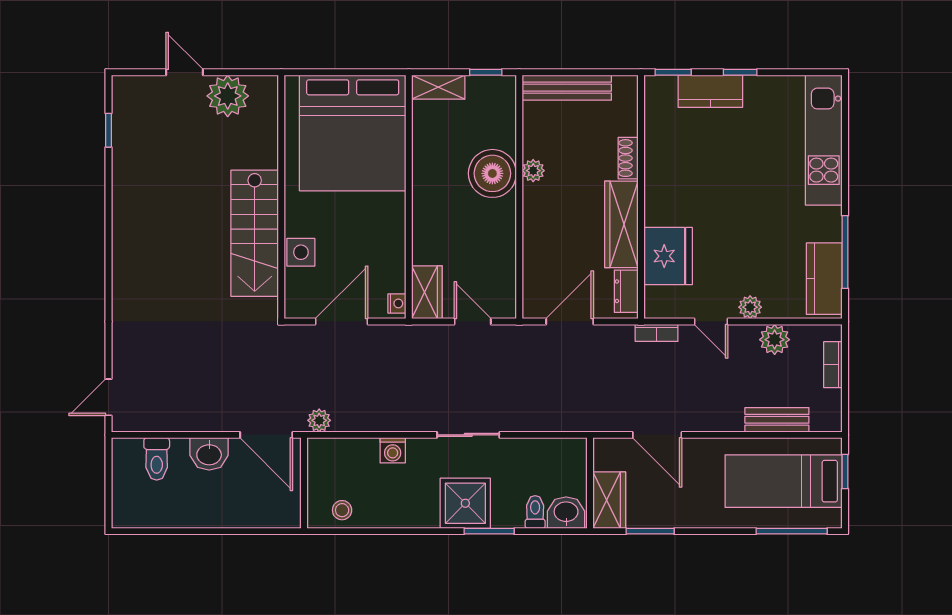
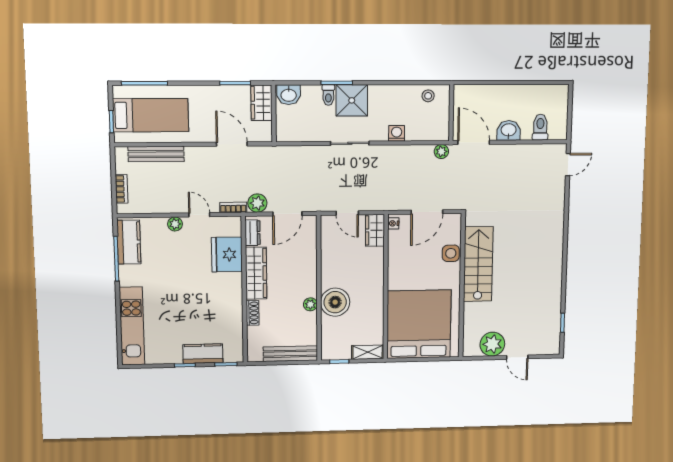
plant: (775, 340) -> (257, 203), moved
bench: (777, 420) -> (156, 154), width x1.36
toilet: (535, 512) -> (328, 95), moved

